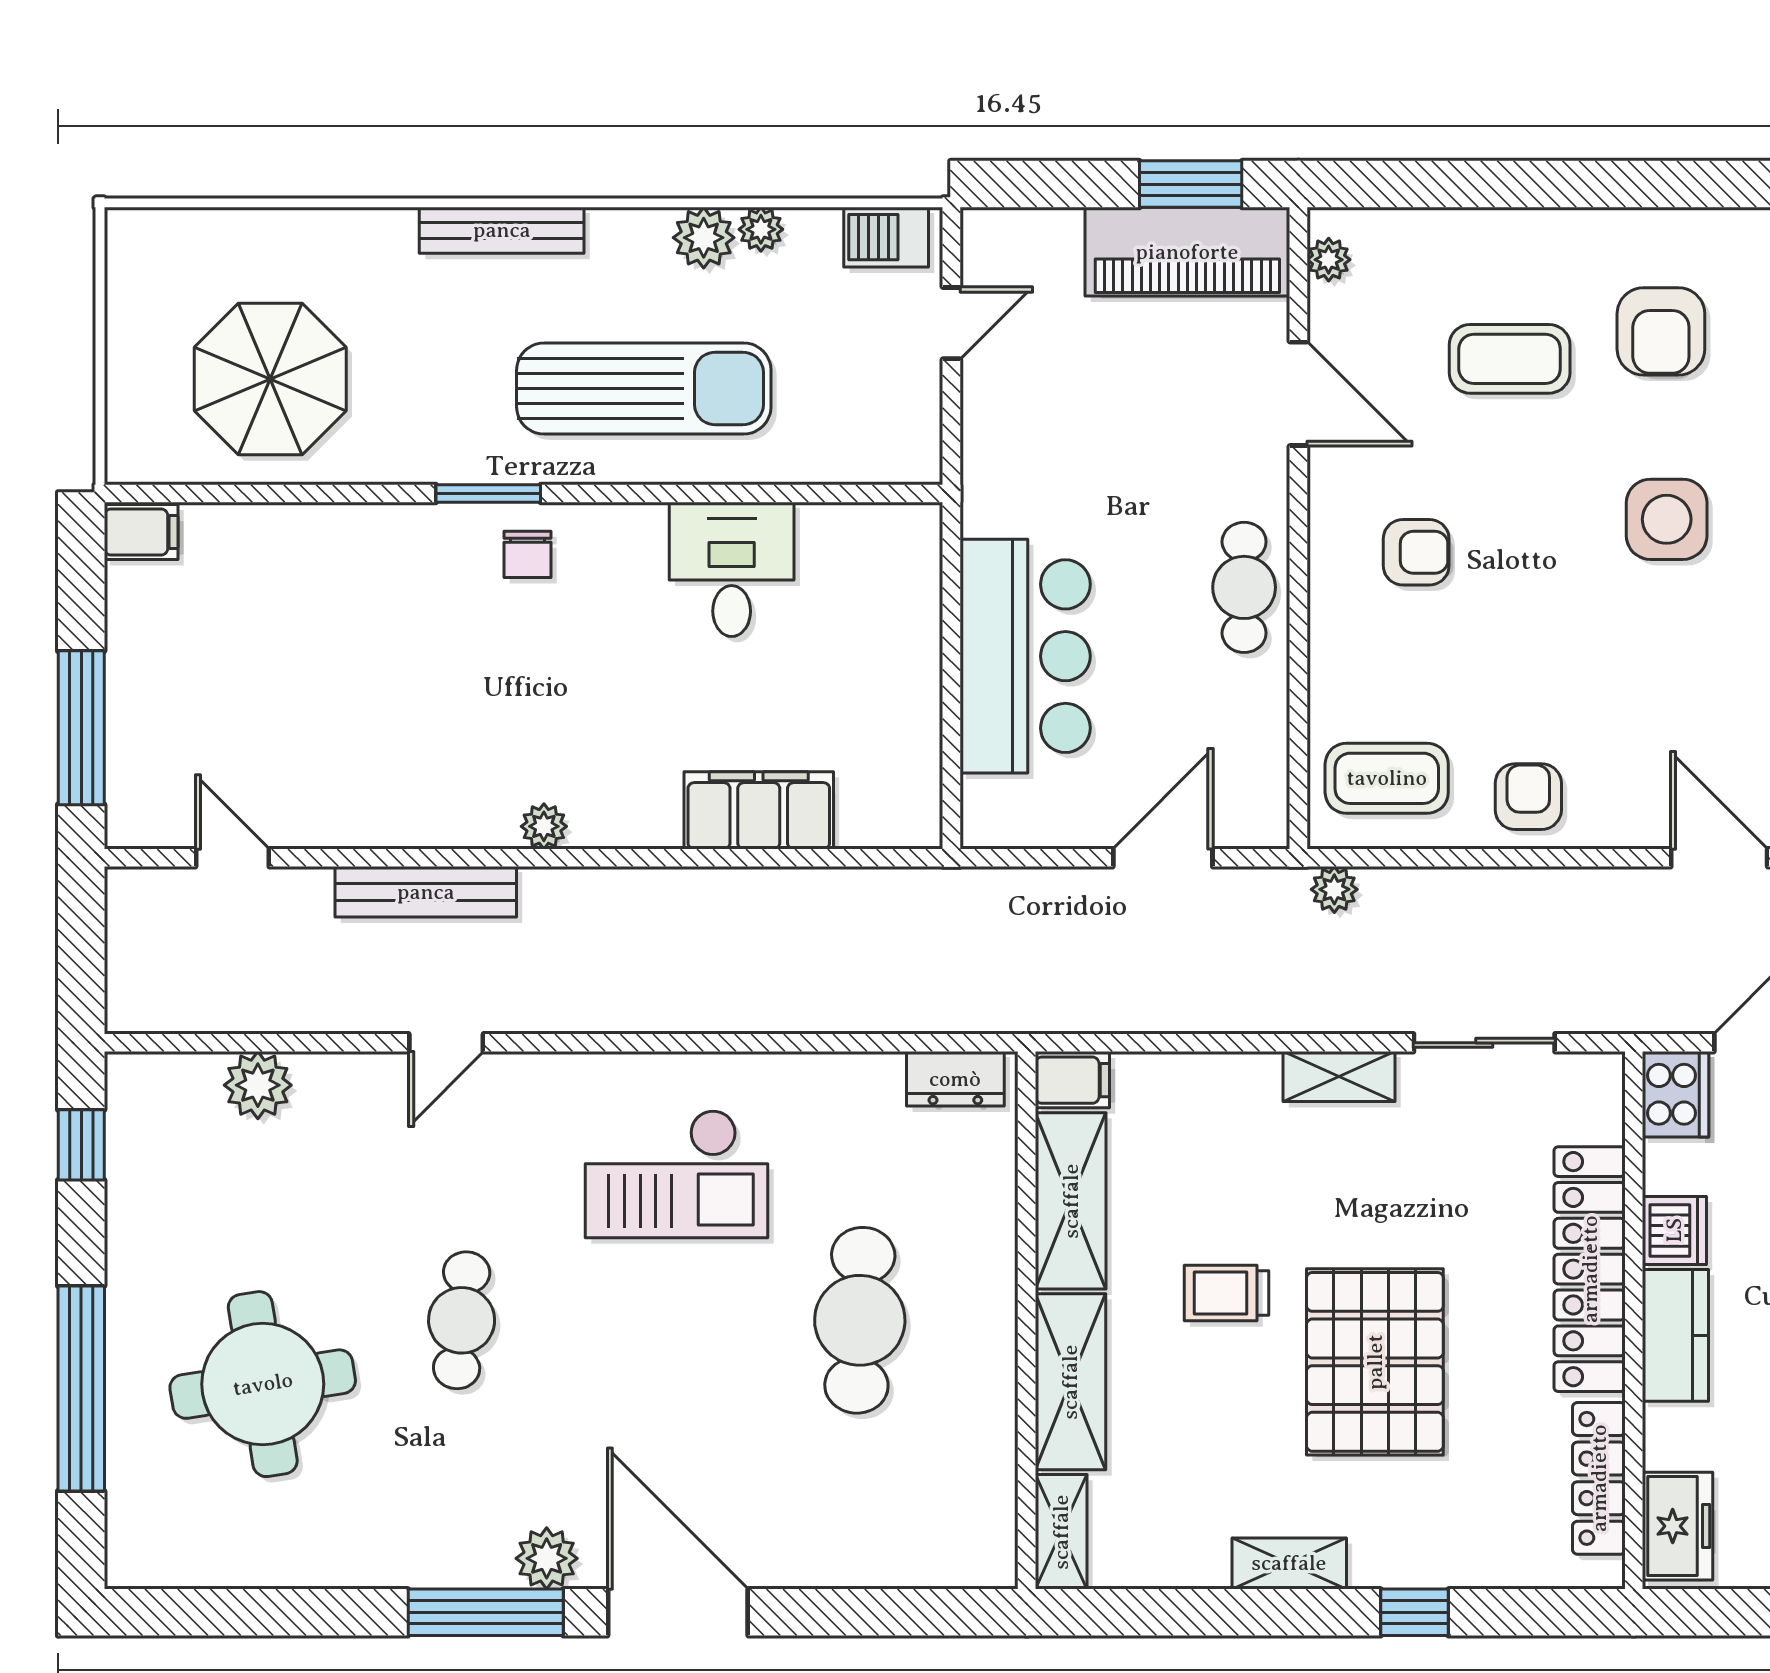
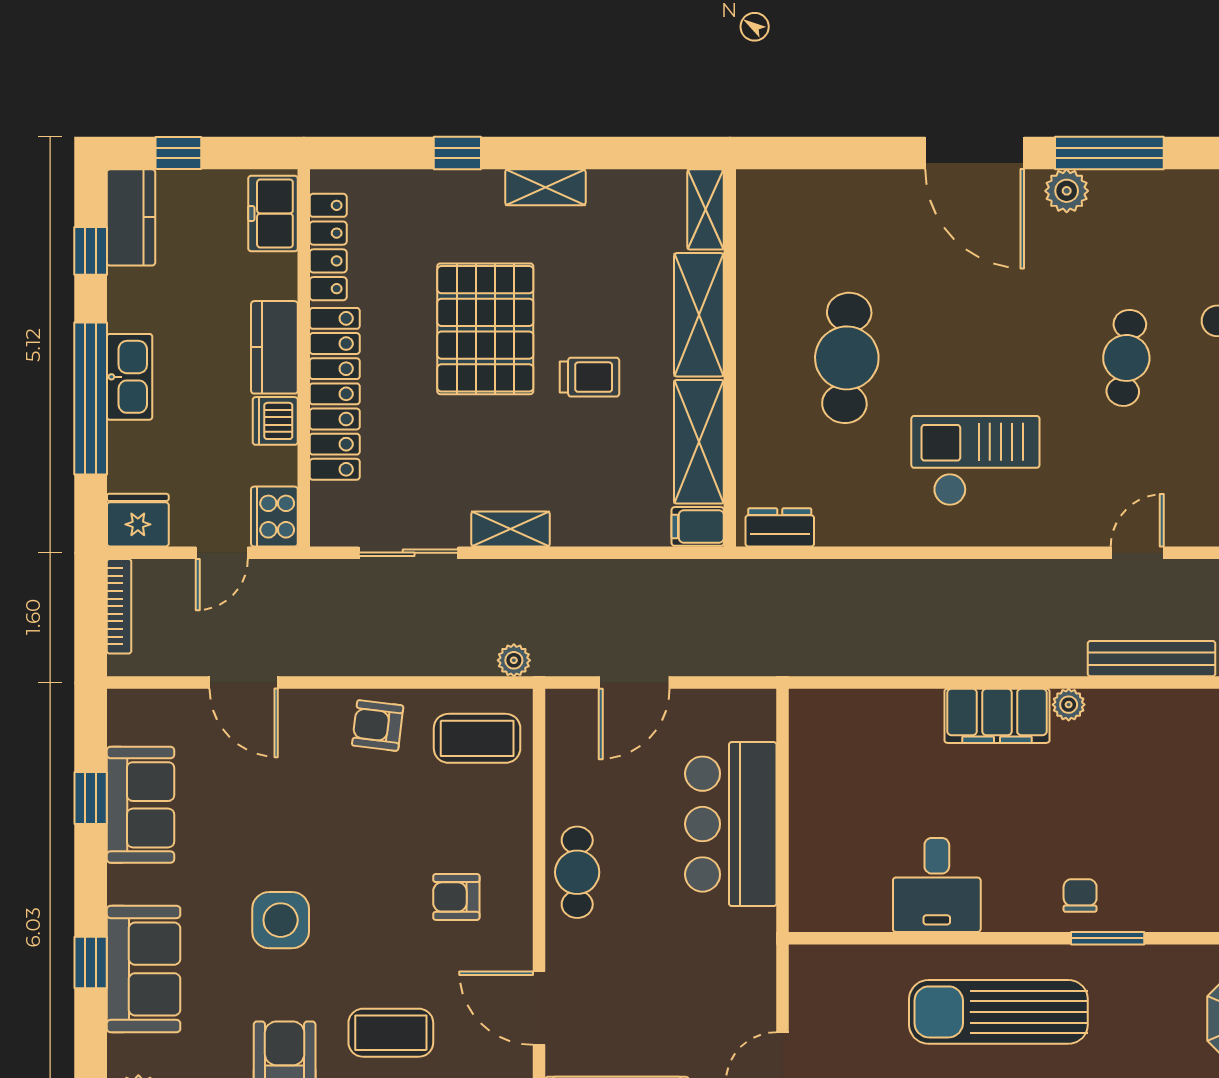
armchair: (1528, 797) -> (378, 725), turned 97
filing cabinet: (759, 810) -> (997, 716), moved

